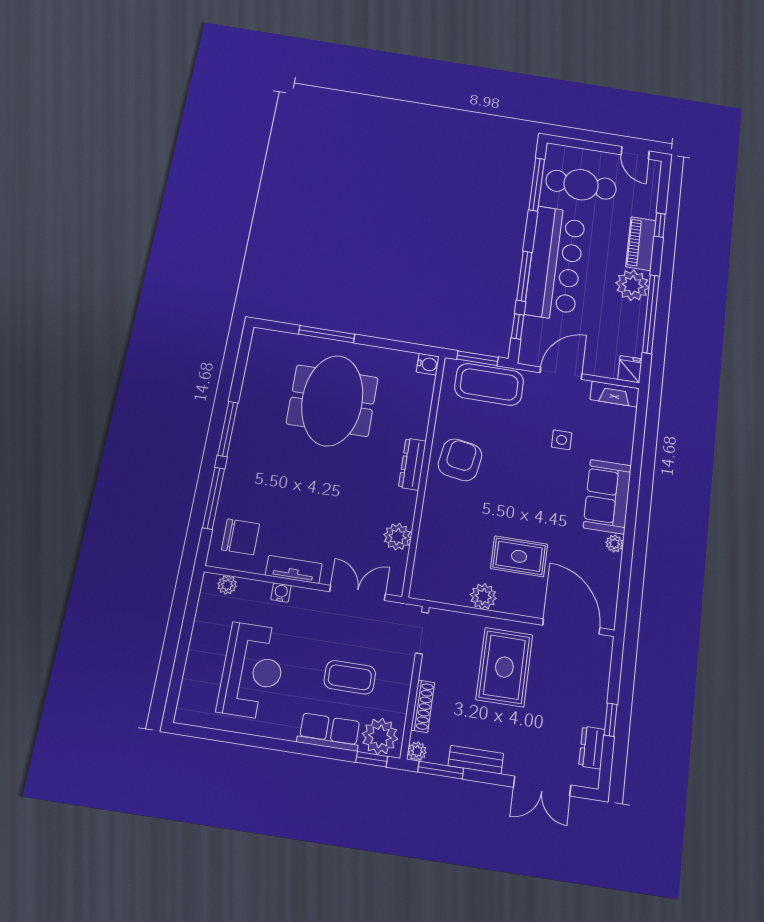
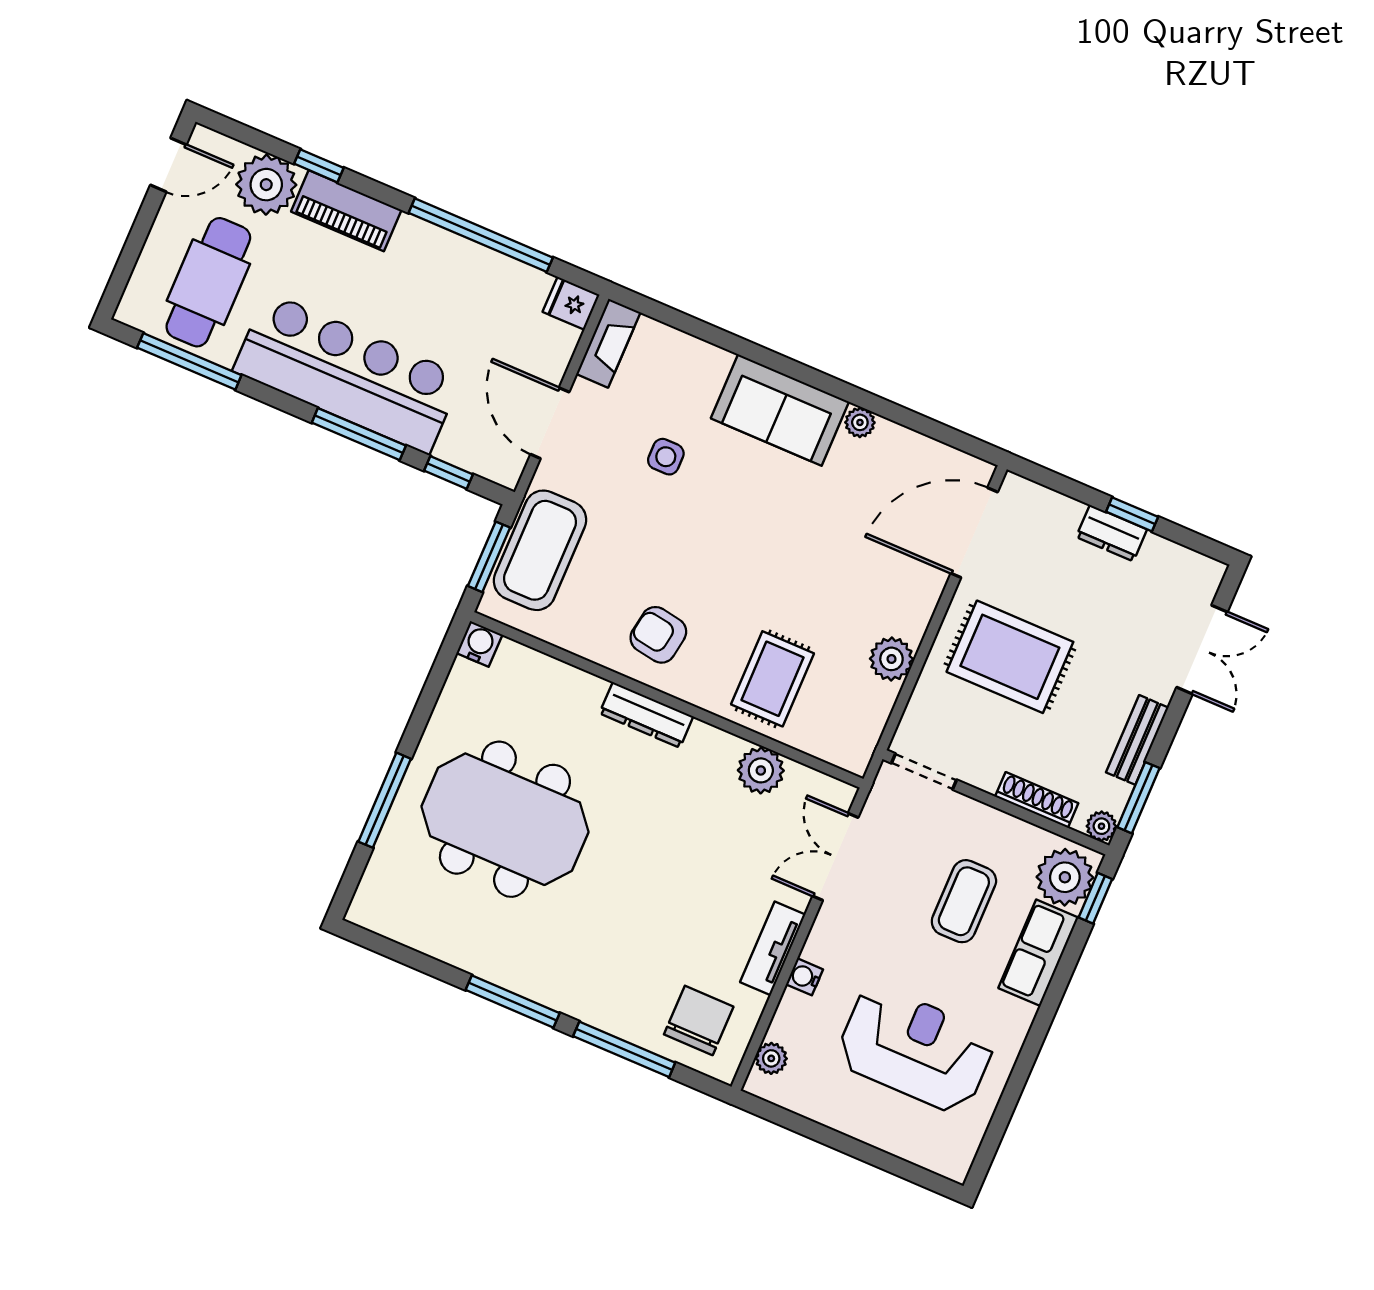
plant: (632, 285) -> (266, 185), moved
armchair: (460, 460) -> (658, 635), width x0.72, depth x0.72
rug: (519, 556) -> (773, 679), moved
dresser: (592, 748) -> (1112, 533), moved

